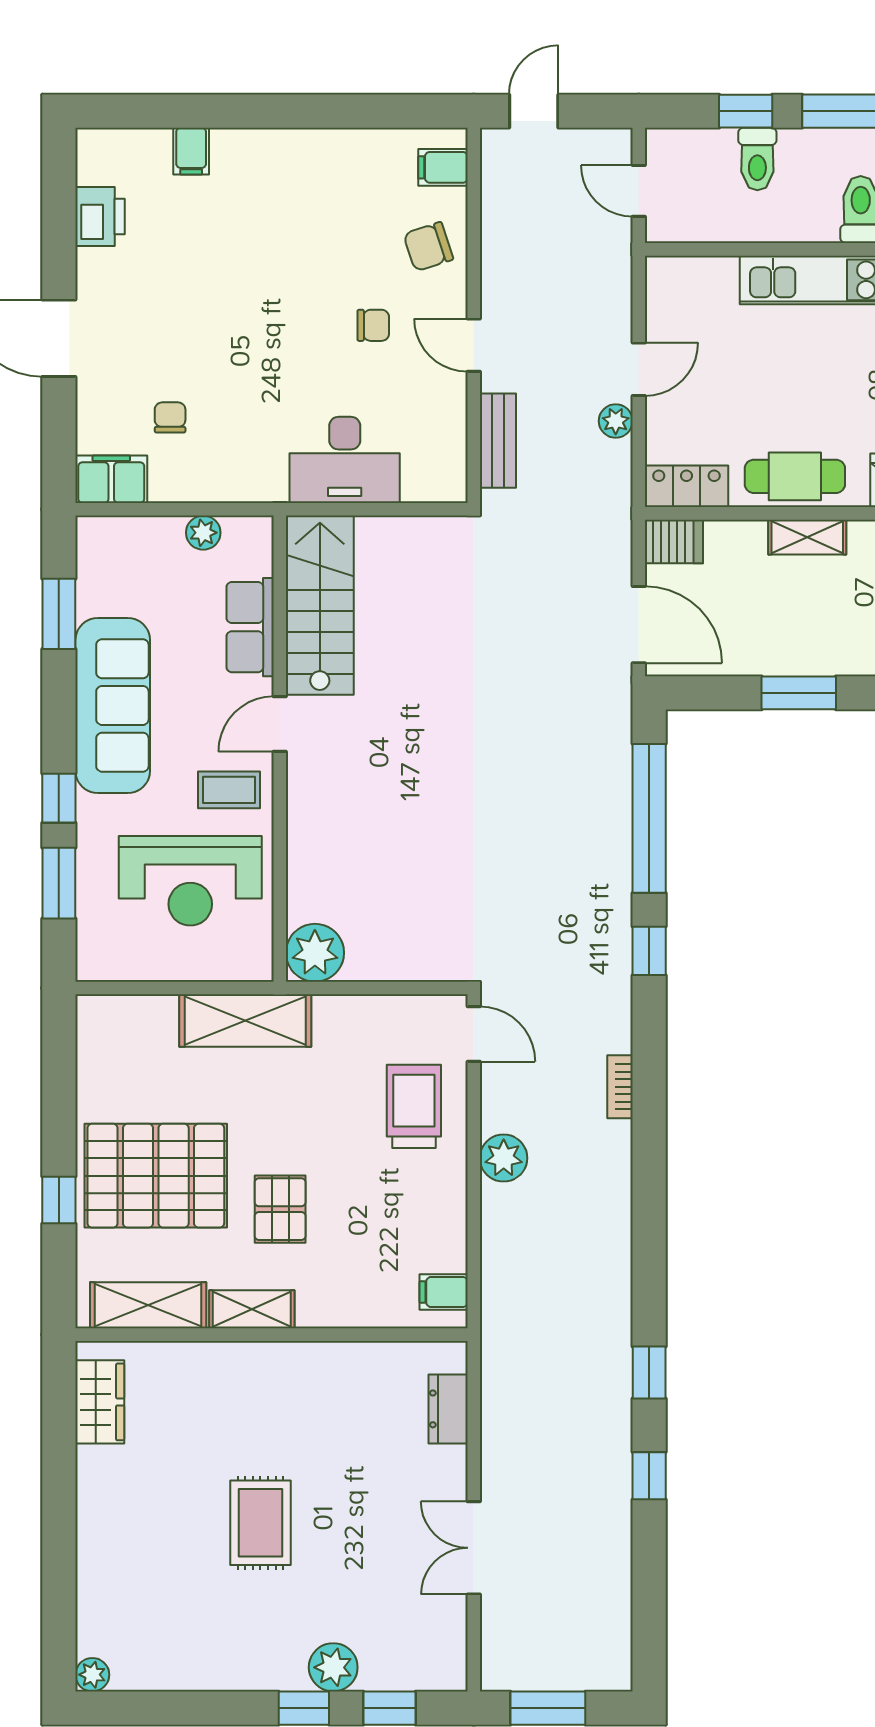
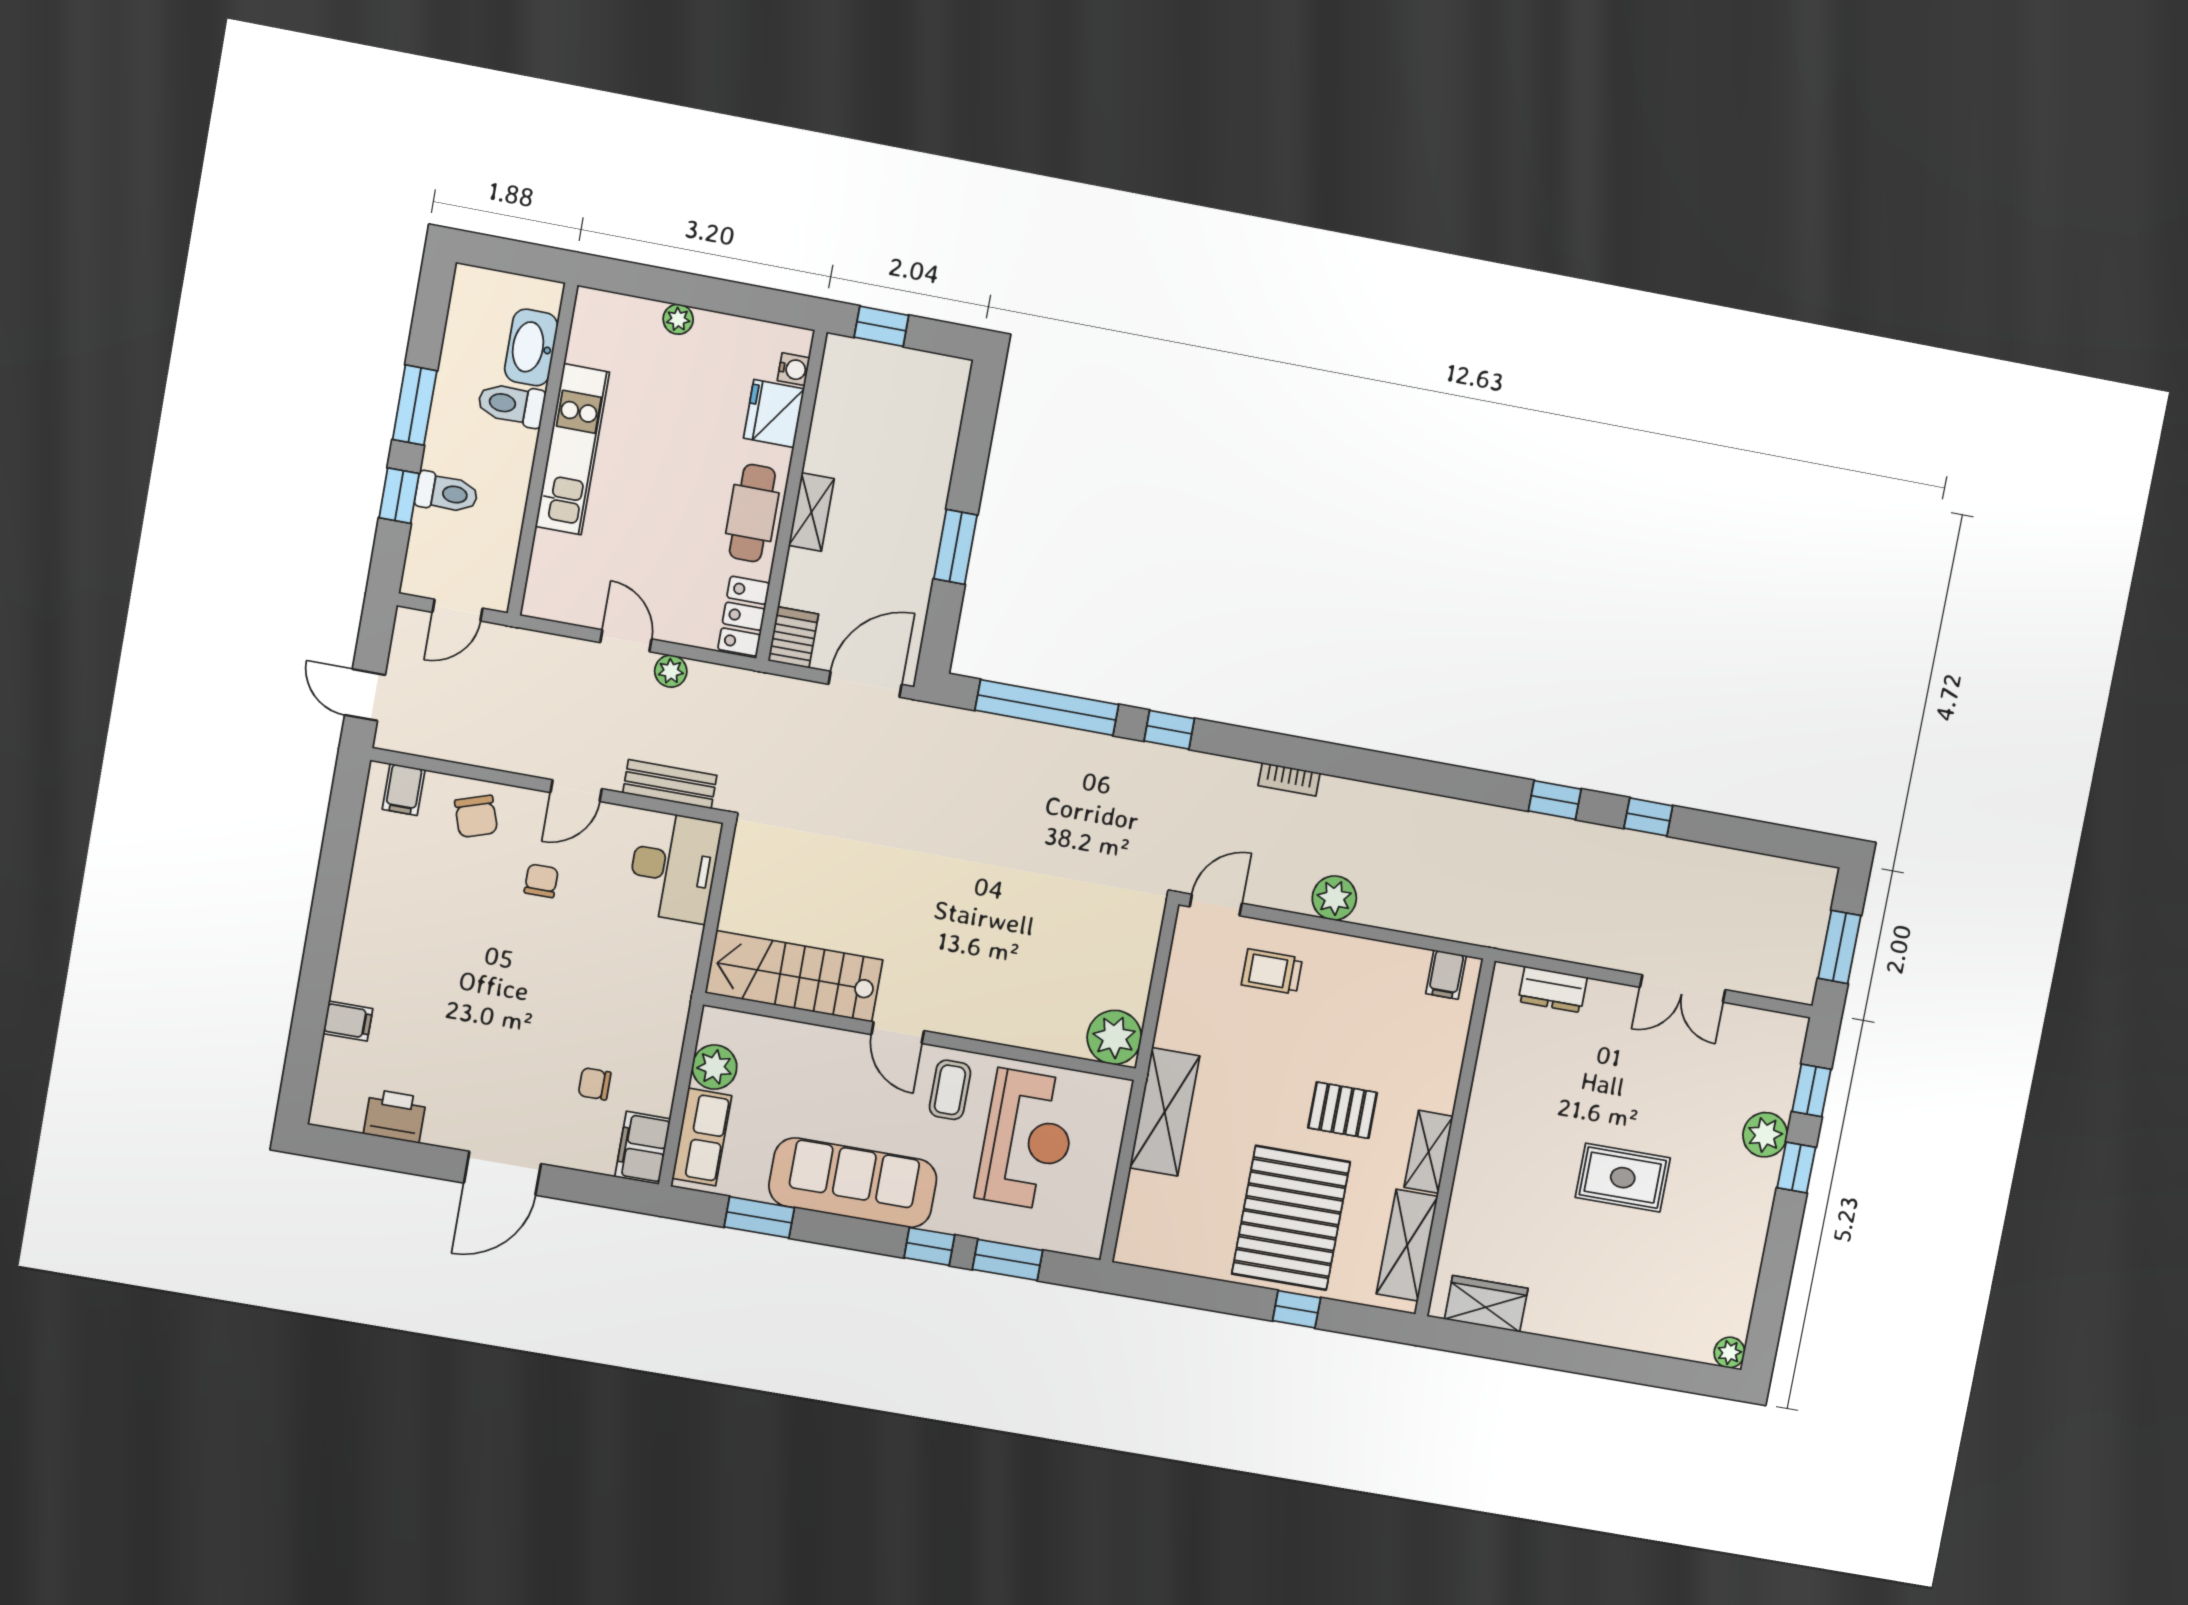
desk: (345, 460) -> (674, 867), moved
plant: (203, 533) -> (714, 1067), width x1.38, depth x1.38
row of seats: (250, 627) -> (702, 1137), moved, turned -90
trolley: (414, 1106) -> (1272, 972), width x0.73, depth x0.72

